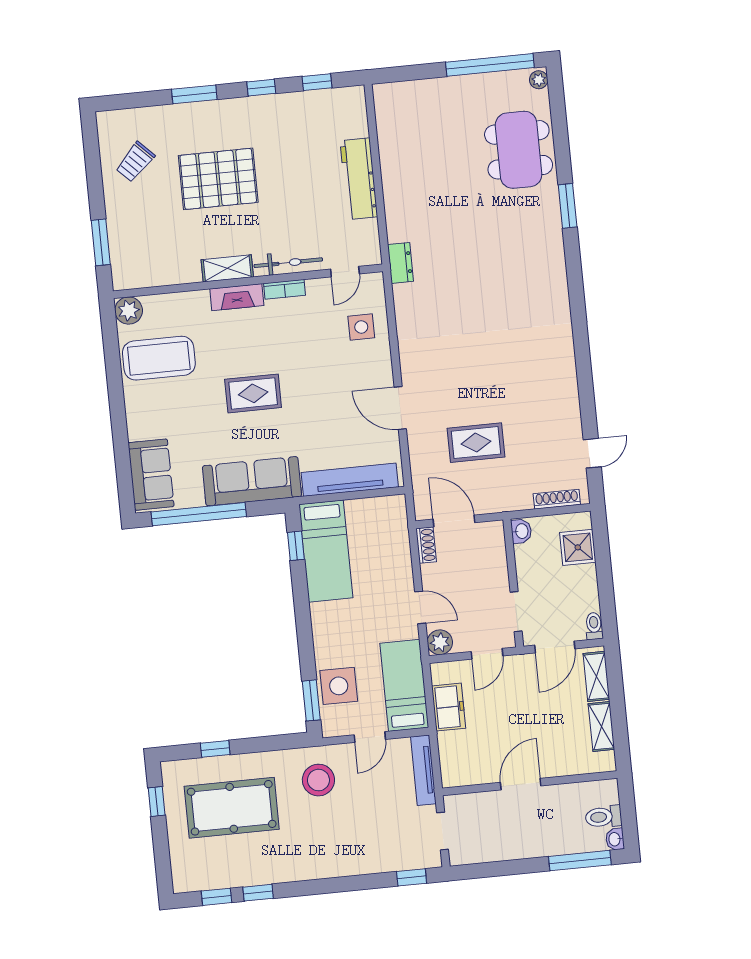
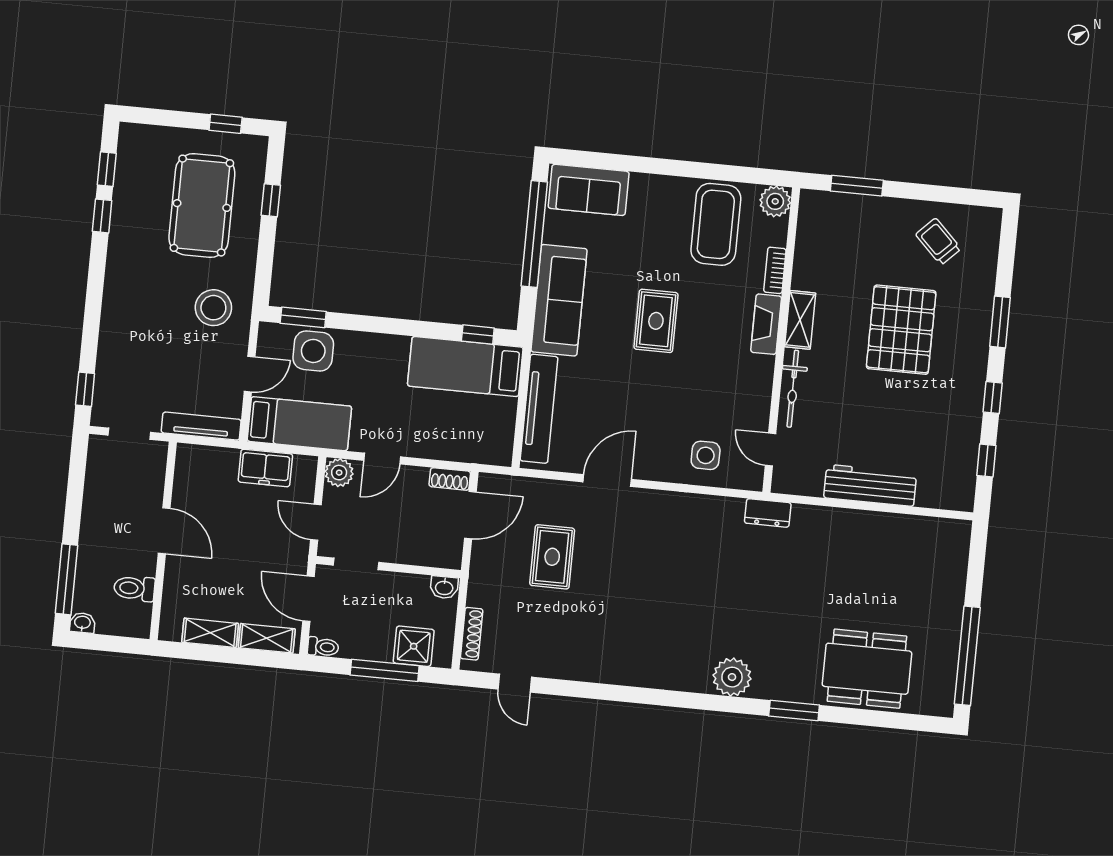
plant: (539, 80) -> (732, 677), moved, width x1.87, depth x1.87
bookcase: (284, 289) -> (775, 270), moved
window: (604, 568) -> (385, 670), added
door: (370, 737) -> (250, 374), swing flipped
toilet: (604, 817) -> (134, 588), moved, turned -90

